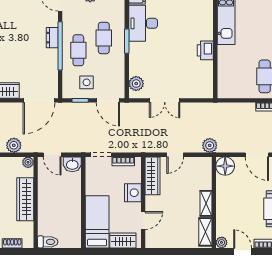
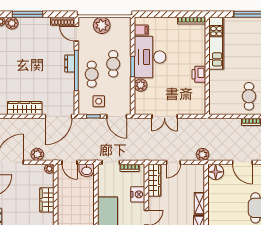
desk: (143, 23) -> (150, 57), width x1.36, depth x1.30
plant: (136, 84) -> (141, 85), moved
wardrobe: (25, 199) -> (47, 200), width x0.67

